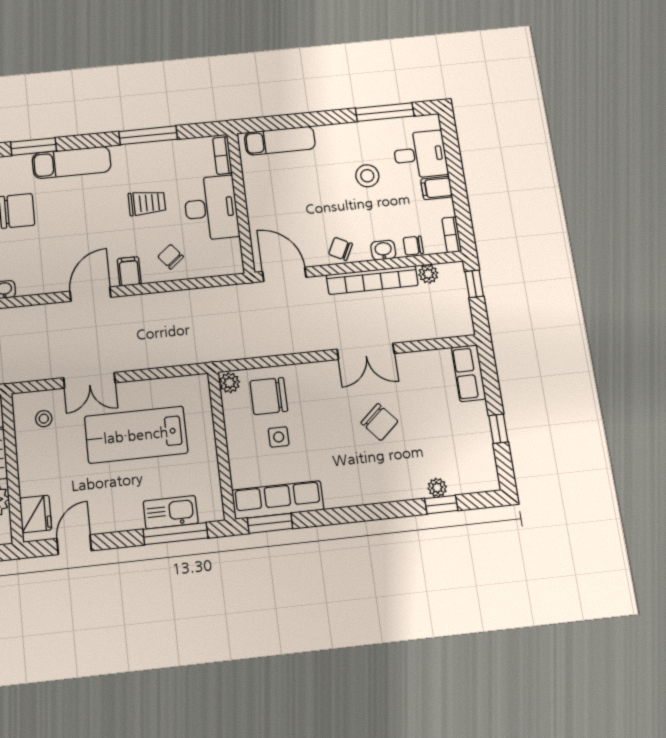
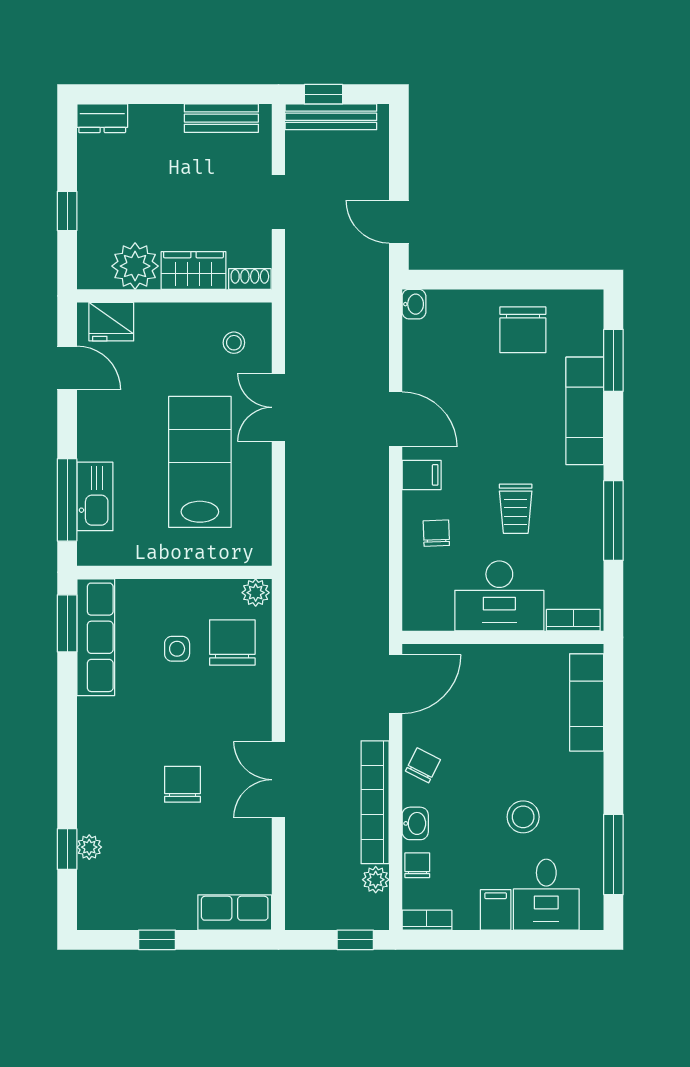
chair: (171, 257) -> (436, 533), turned -53
chair: (379, 422) -> (182, 784), turned 131

